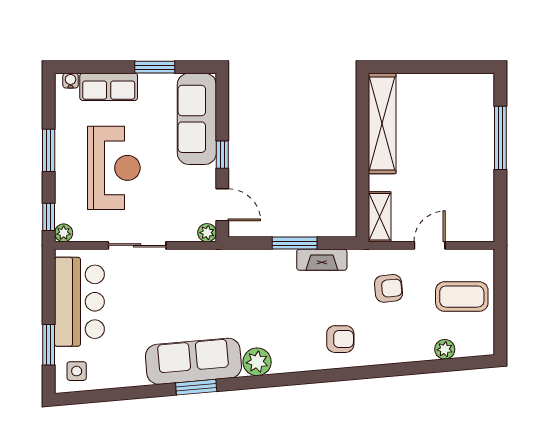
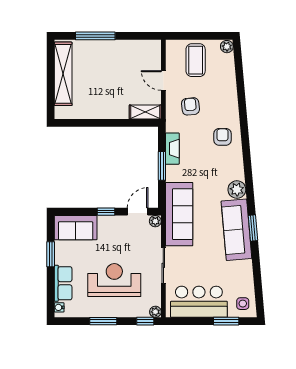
sofa: (197, 119) -> (76, 228), width x0.73
shelving: (382, 124) -> (63, 74), moved, turned 90
sofa: (218, 270) -> (179, 214), added
plant: (445, 349) -> (227, 47), moved

